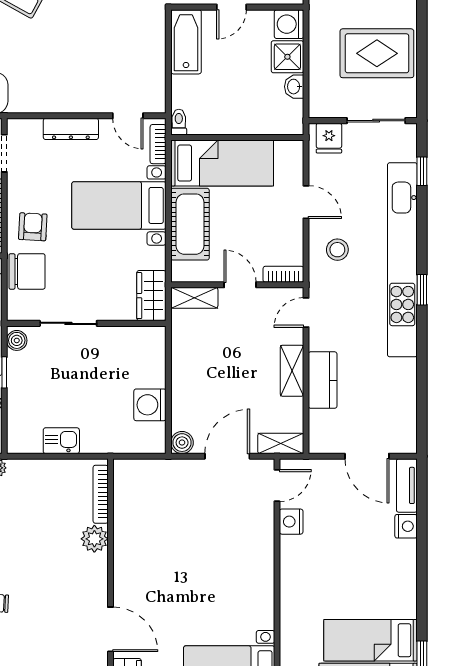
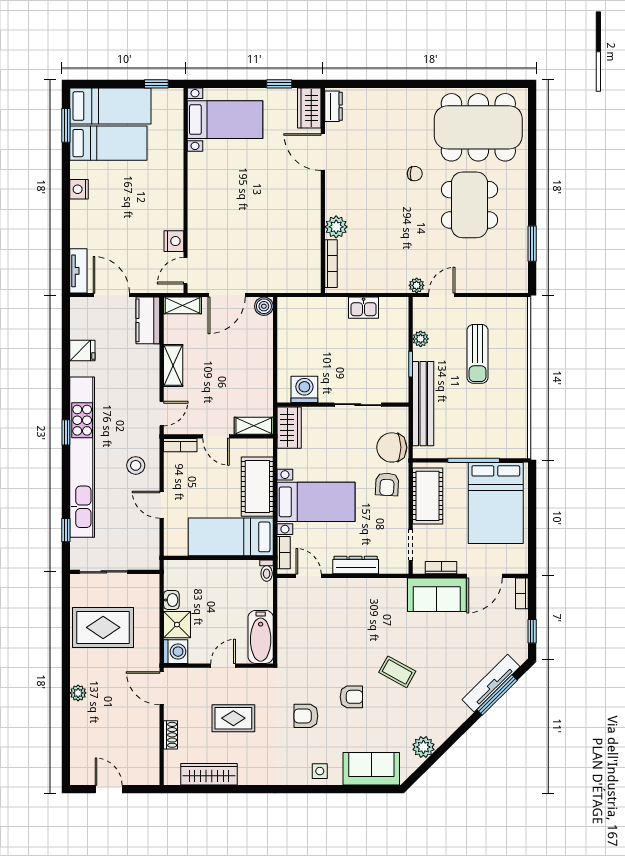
fridge: (329, 138) -> (82, 351), moved, turned 90
boiler: (17, 340) -> (400, 391), removed
kitchen counter: (323, 380) -> (148, 320), moved
washing machine: (150, 405) -> (304, 389), moved, turned -90
nightstand: (406, 526) -> (79, 189), moved

